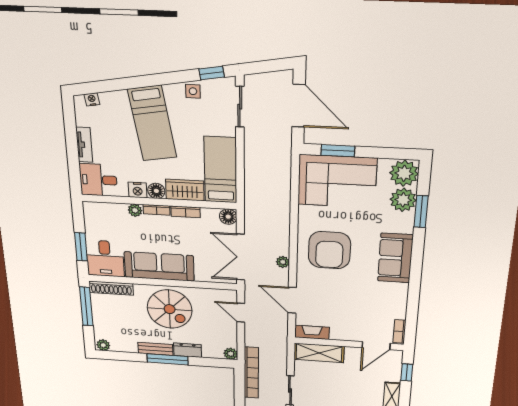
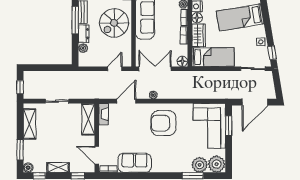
sofa: (395, 258) -> (135, 163), moved
plant: (231, 354) -> (83, 48), moved
bookcase: (251, 373) -> (69, 75), removed

